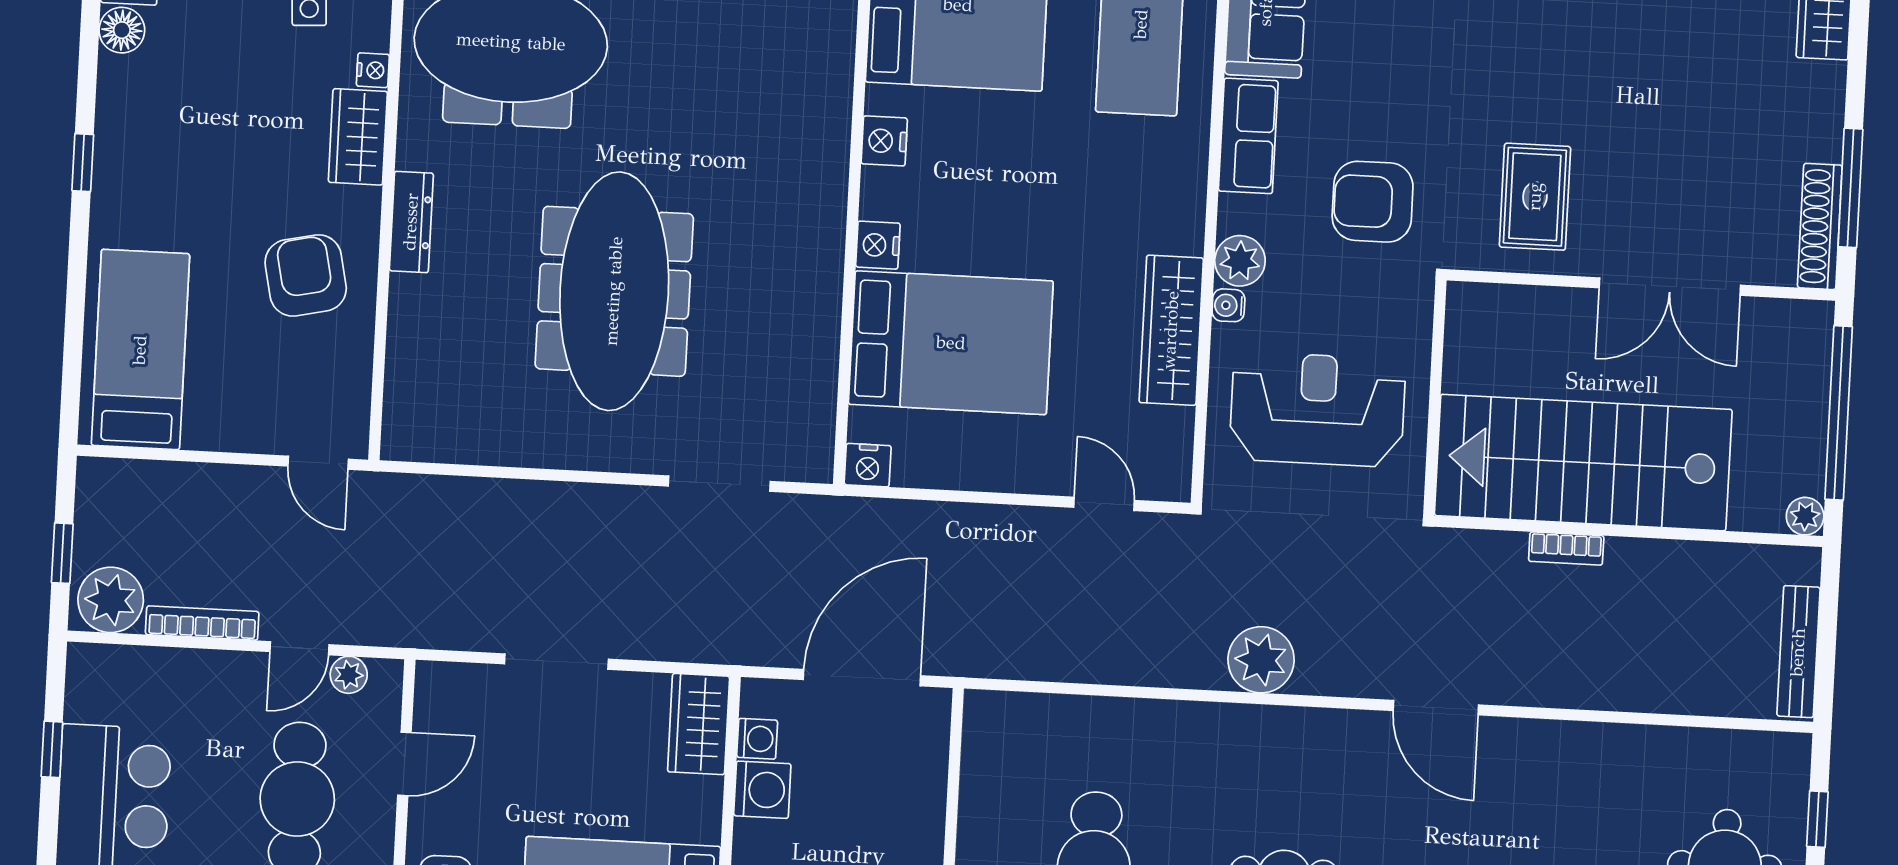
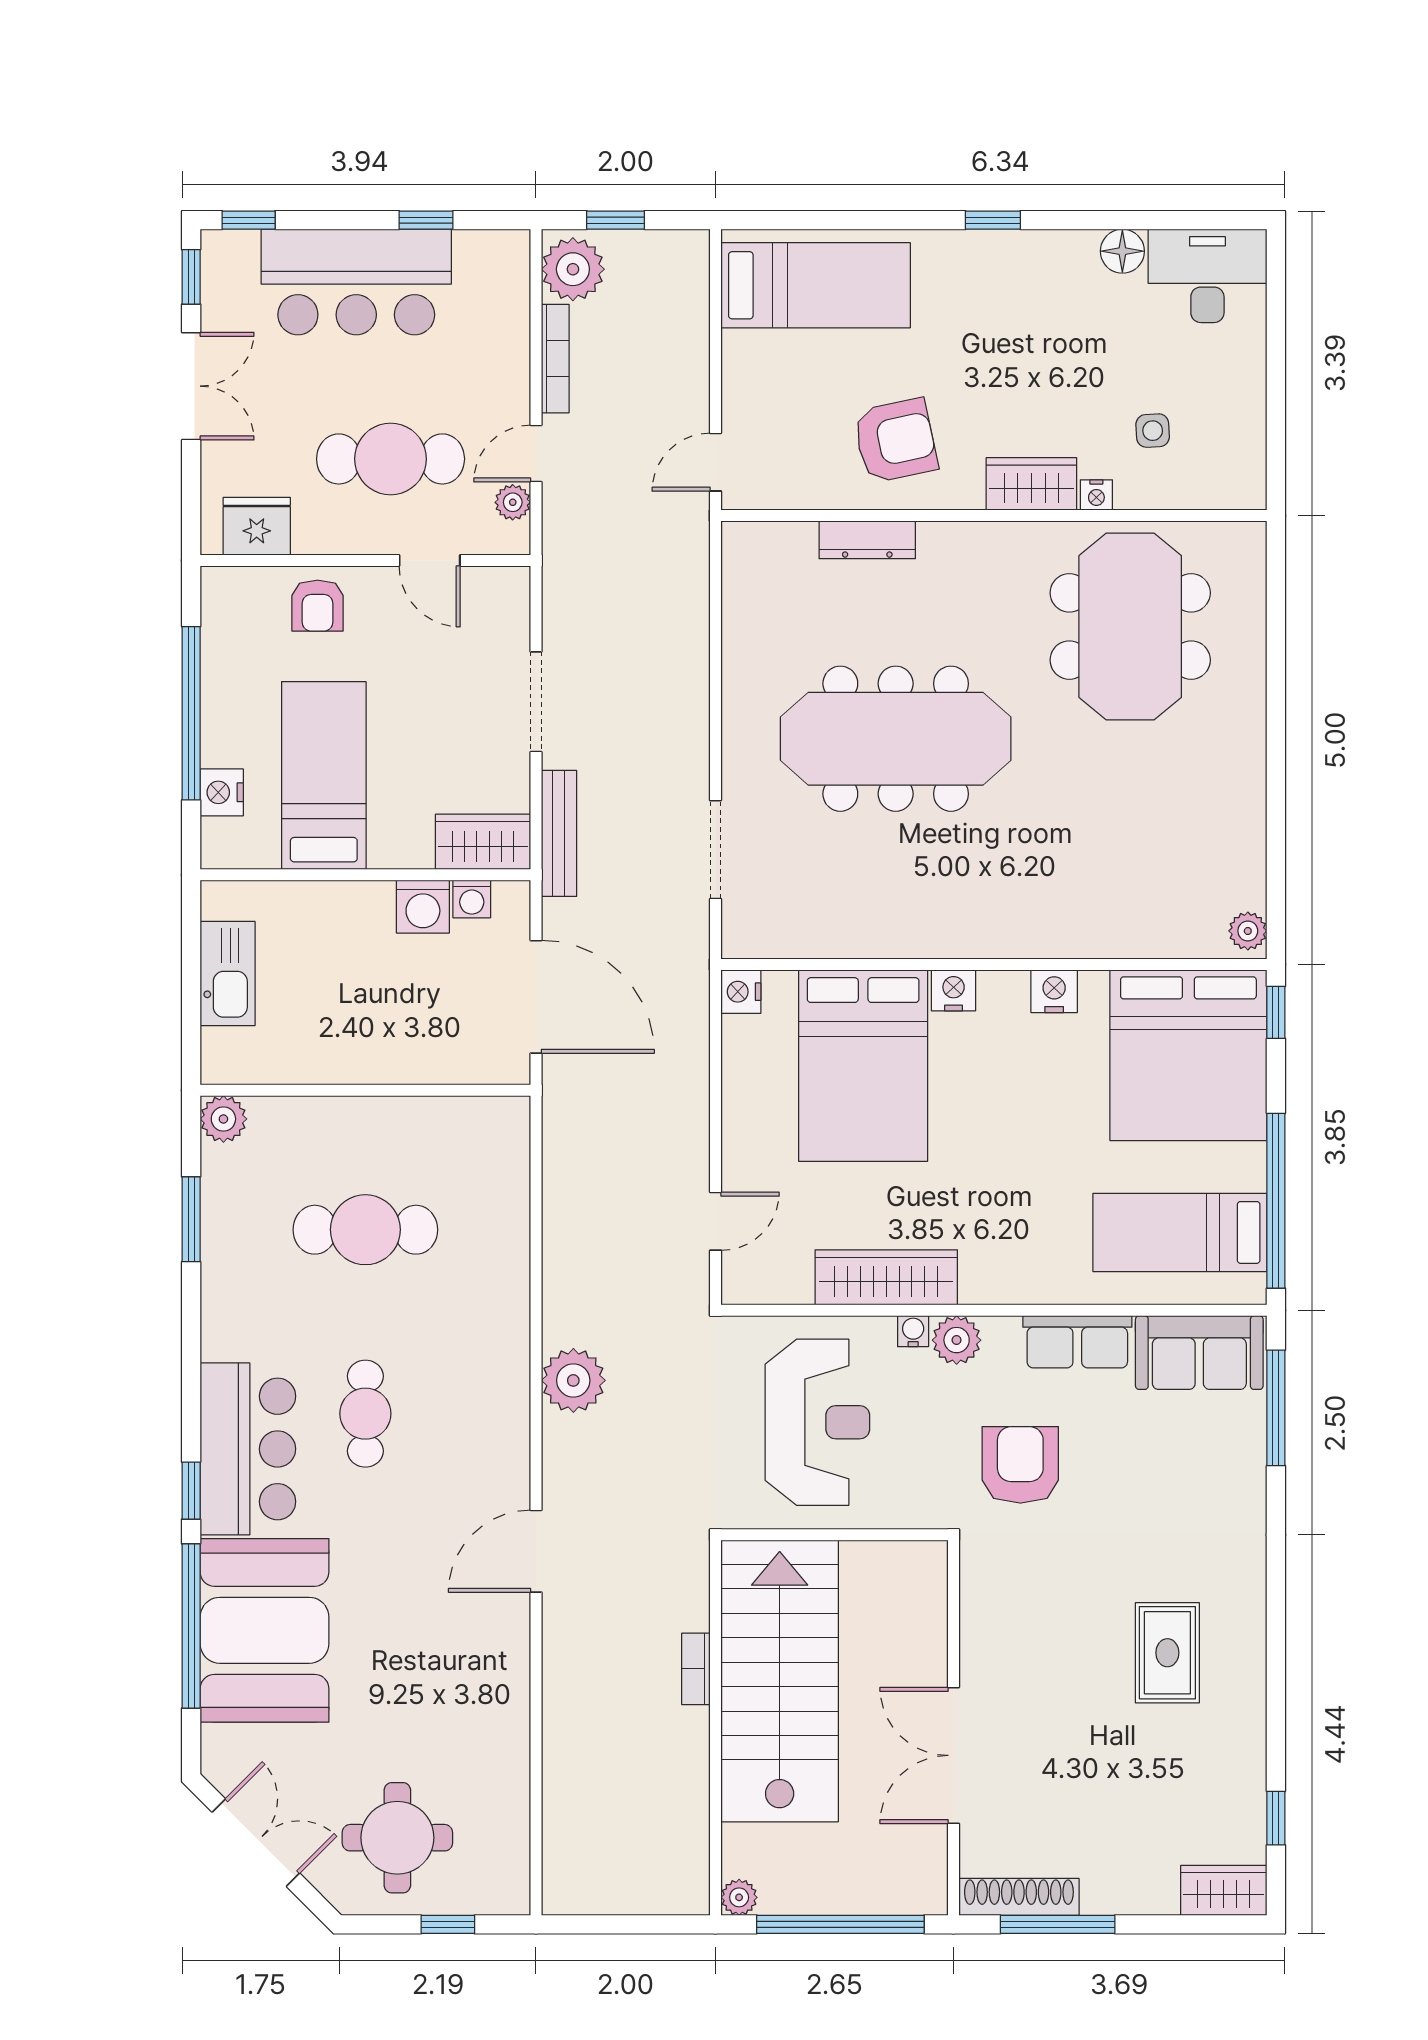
rug: (1535, 197) -> (1167, 1653), moved, turned 90
dresser: (411, 222) -> (867, 540), moved
door: (300, 648) -> (536, 454), hinge flipped
bench: (1798, 652) -> (559, 833), moved, turned 90

